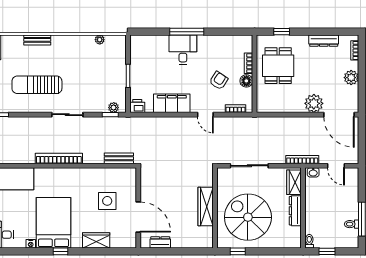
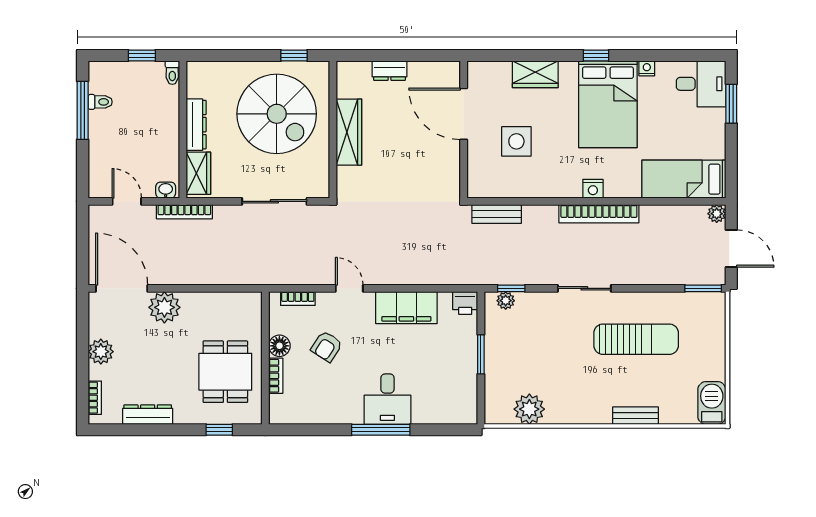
plant: (100, 40) -> (529, 409), width x1.88, depth x1.88
nightstand: (62, 173) -> (593, 189), added
dresser: (160, 242) -> (389, 71), moved

